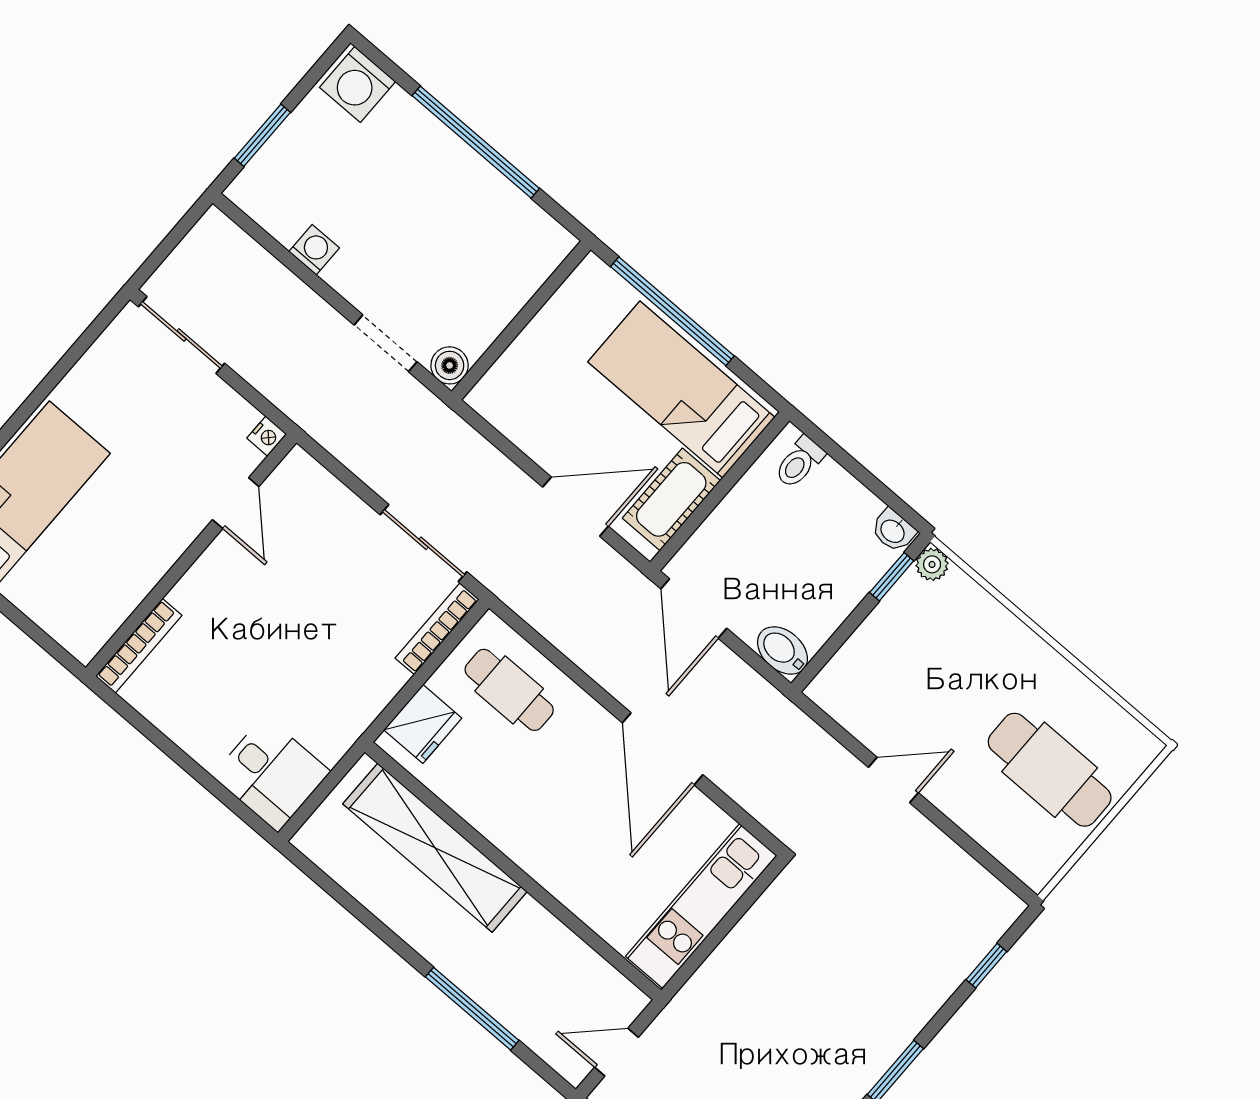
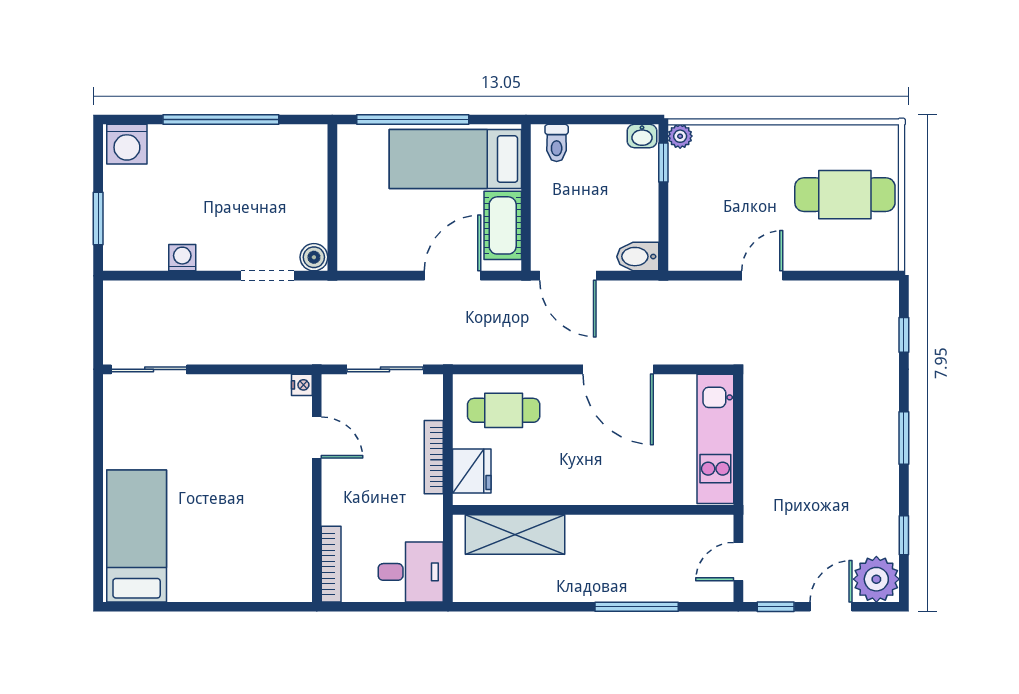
nightstand: (267, 436) -> (302, 385), moved
door: (236, 503) -> (317, 437), moved
wall: (191, 555) -> (317, 488), moved
bookcase: (437, 629) -> (434, 457), moved
bookcase: (139, 646) -> (331, 564), moved
shelving: (435, 848) -> (515, 534), width x0.68

